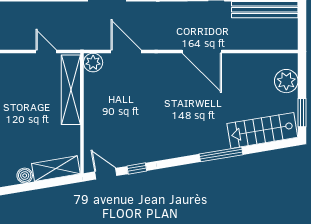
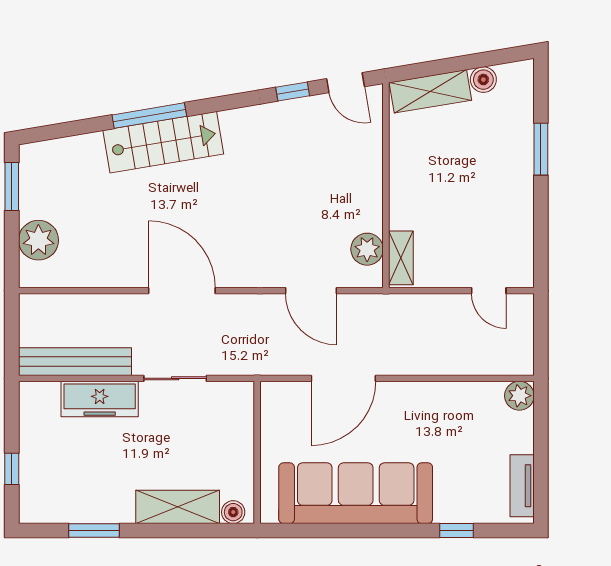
door: (46, 51) -> (489, 291), moved
plant: (93, 63) -> (367, 249), moved
shelving: (71, 90) -> (401, 258), width x0.45, depth x0.75
stairs: (262, 130) -> (163, 142), moved

